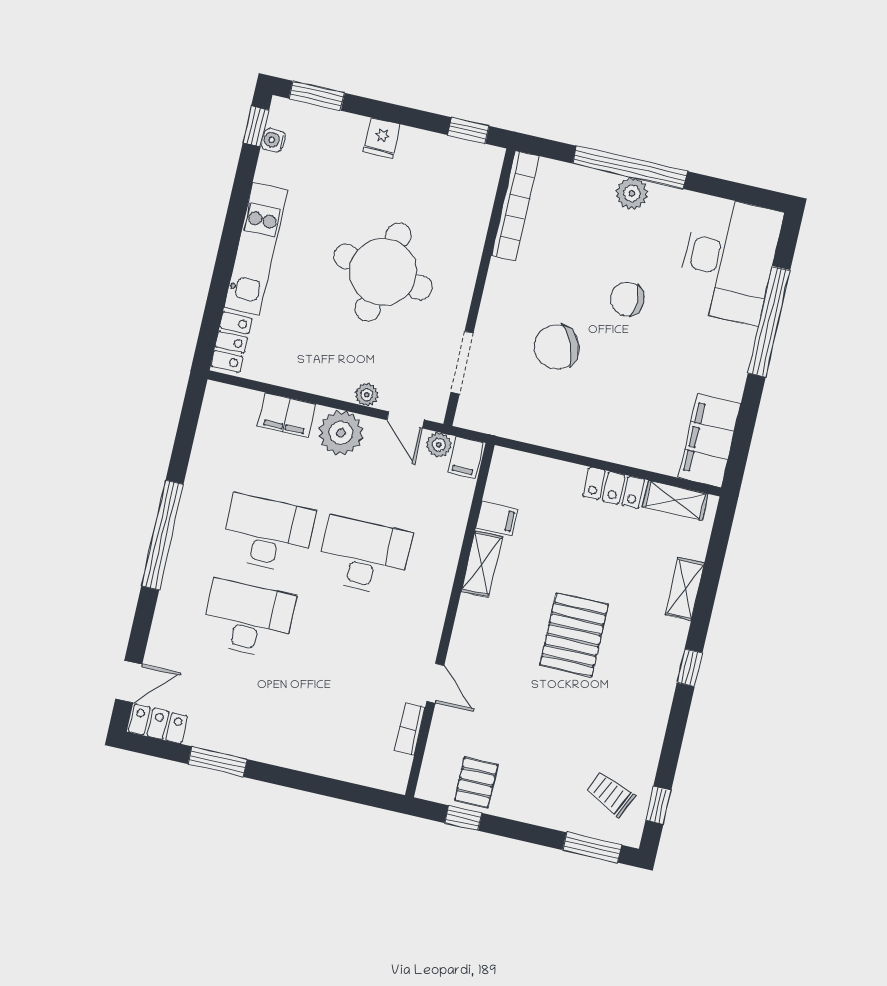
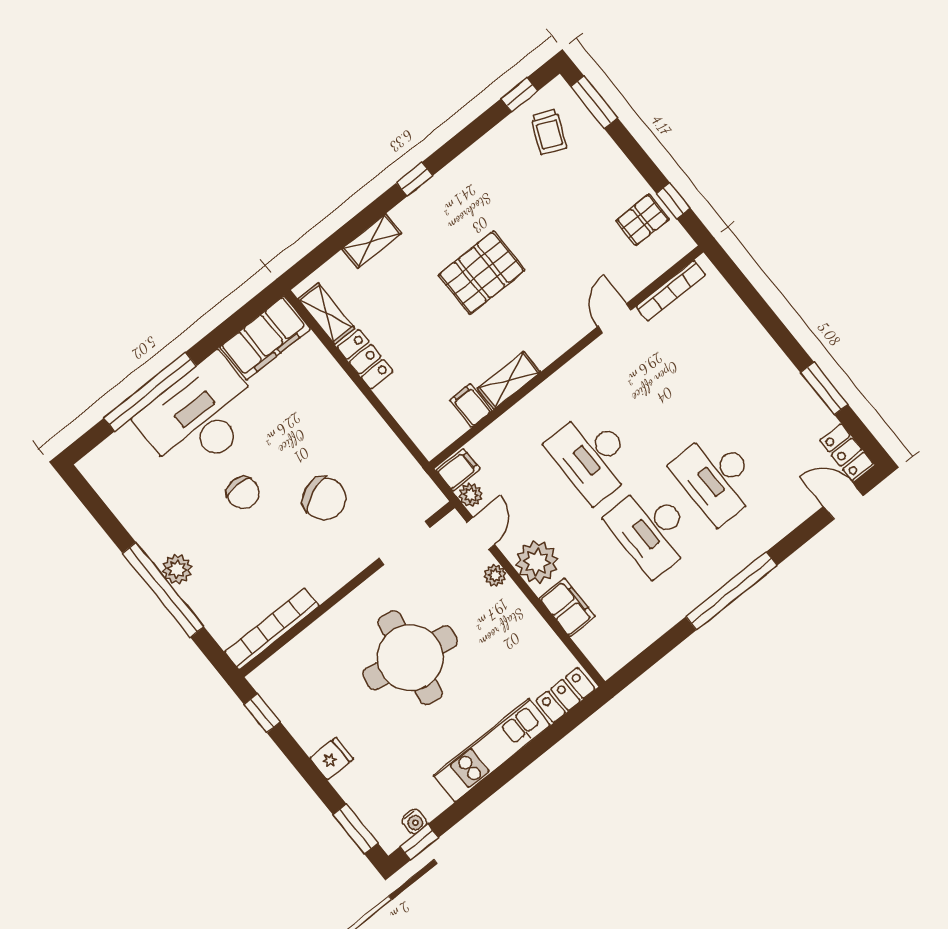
desk: (729, 260) -> (200, 416), moved
bookcase: (410, 729) -> (671, 291), width x1.56

